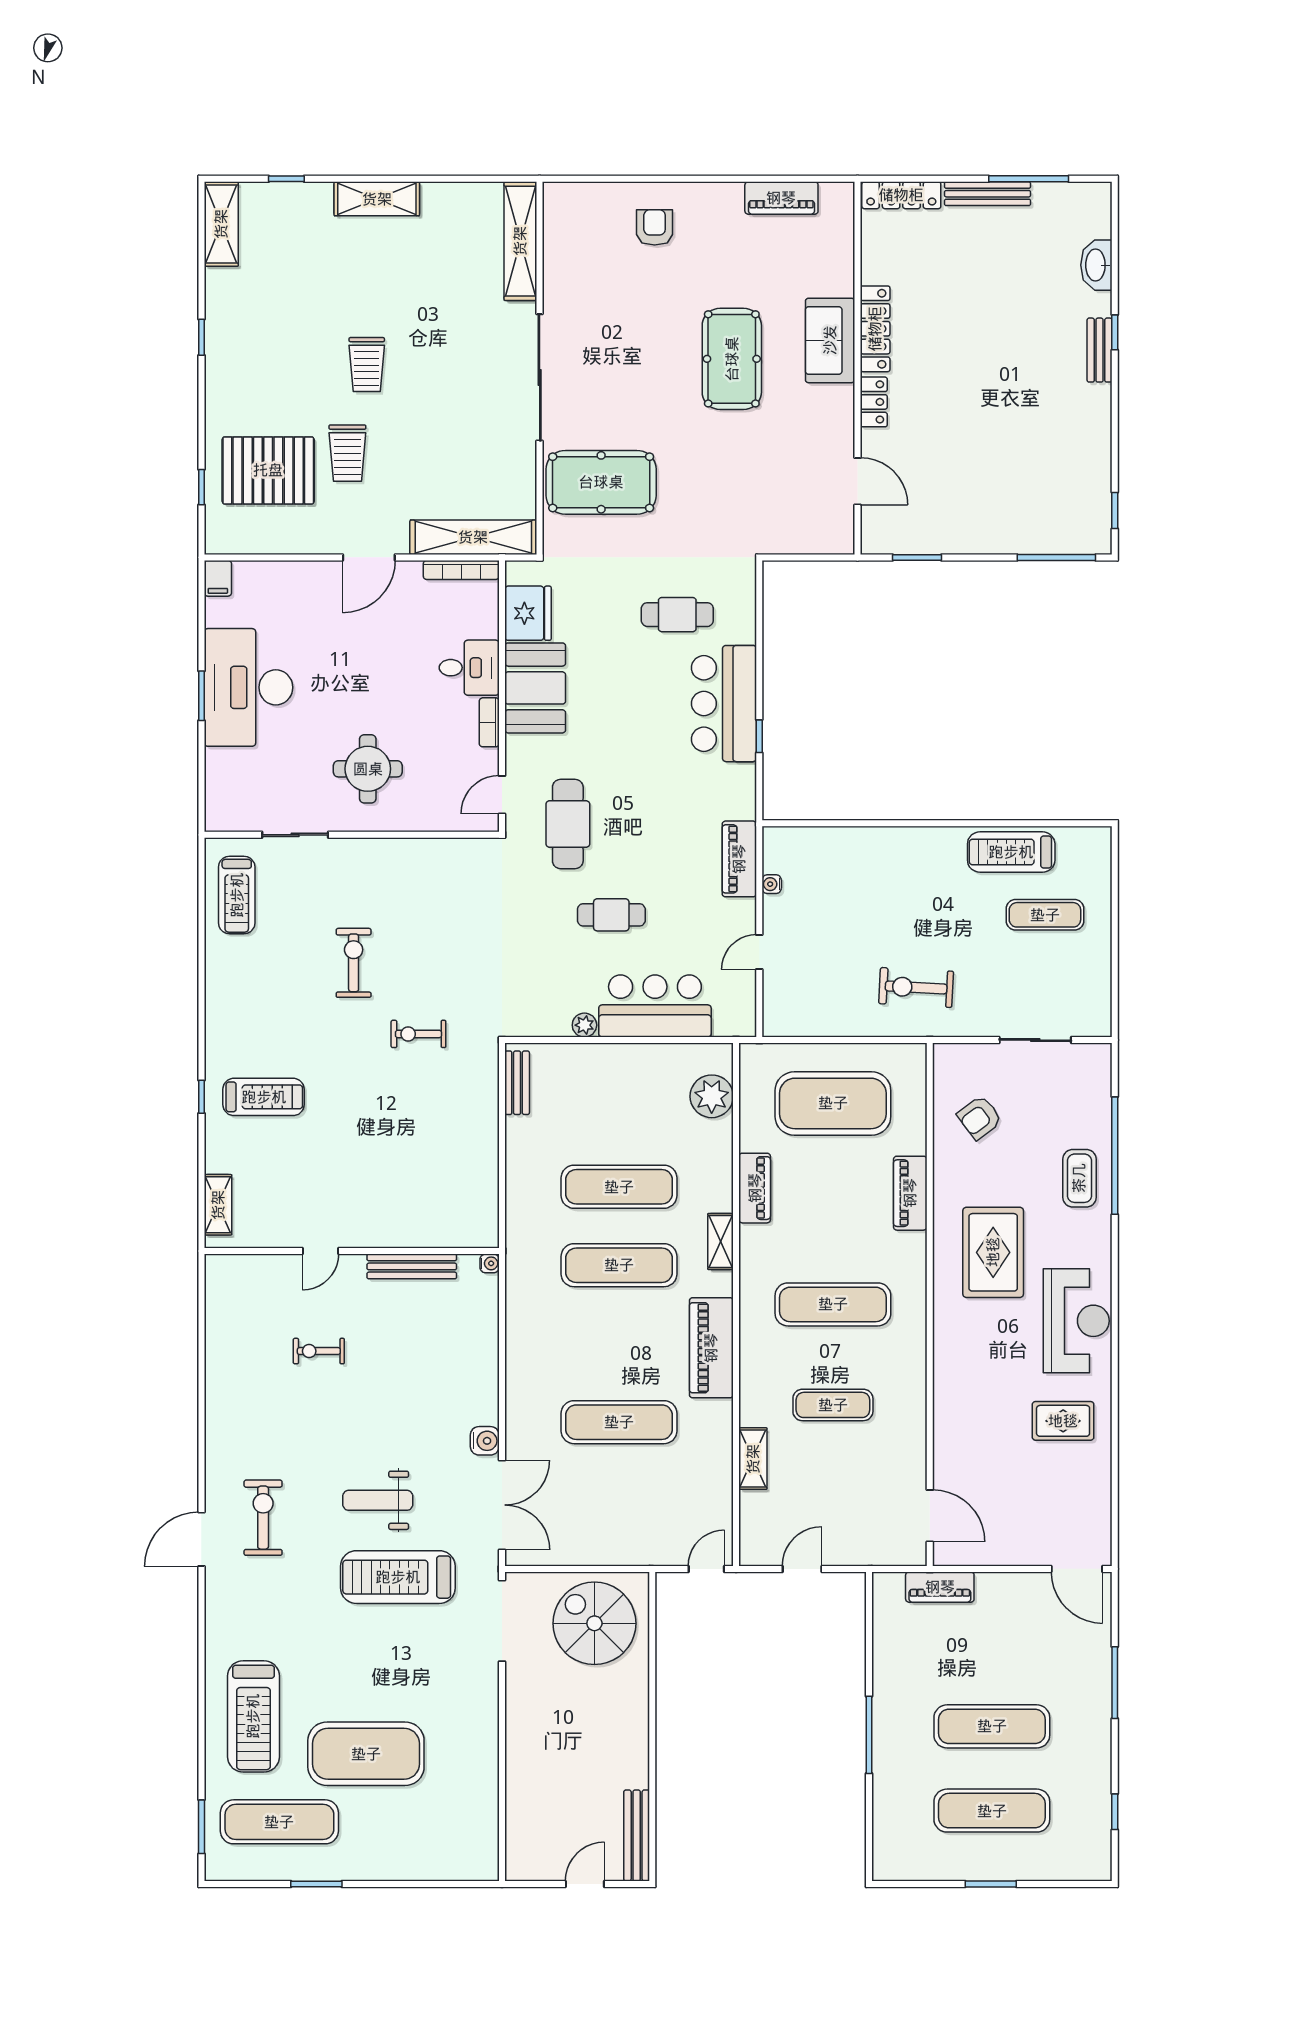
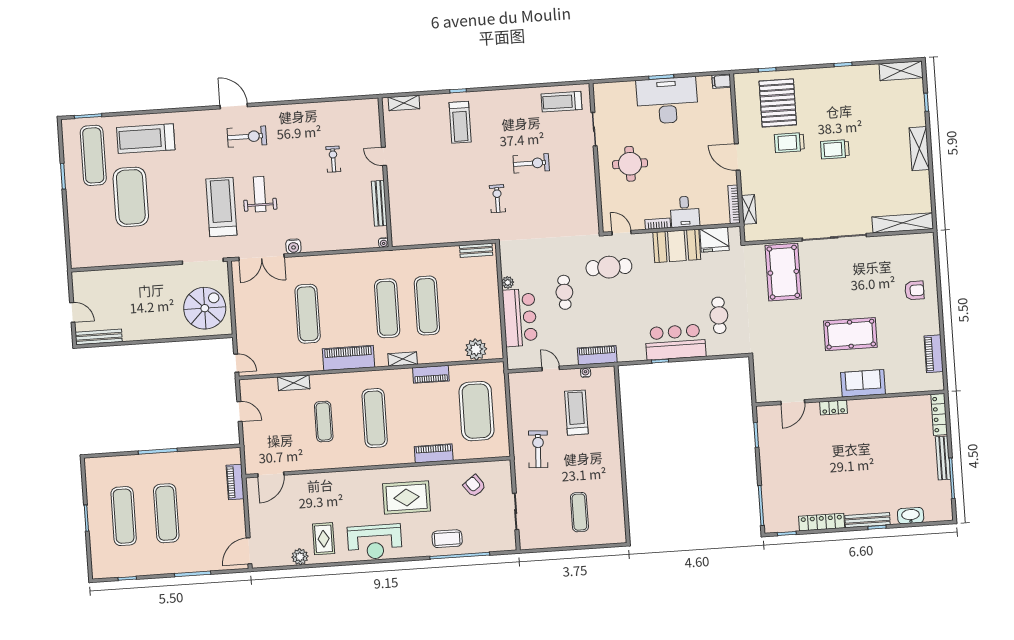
locker: (875, 329) -> (822, 522), moved, turned 180
bench: (1100, 350) -> (868, 520), width x1.36
shelving: (473, 537) -> (749, 209), width x0.45, depth x0.75
treadmill: (1011, 852) -> (576, 413), moved
plant: (1095, 1470) -> (300, 557), added

